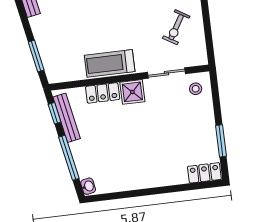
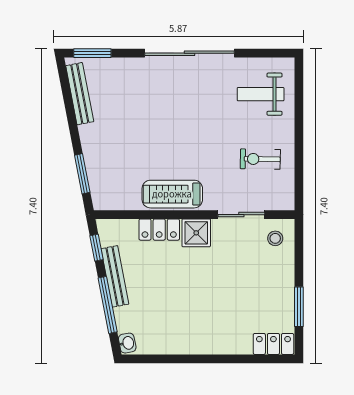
exercise bike: (176, 27) -> (260, 159), turned 60
bench: (67, 118) -> (115, 276), moved

